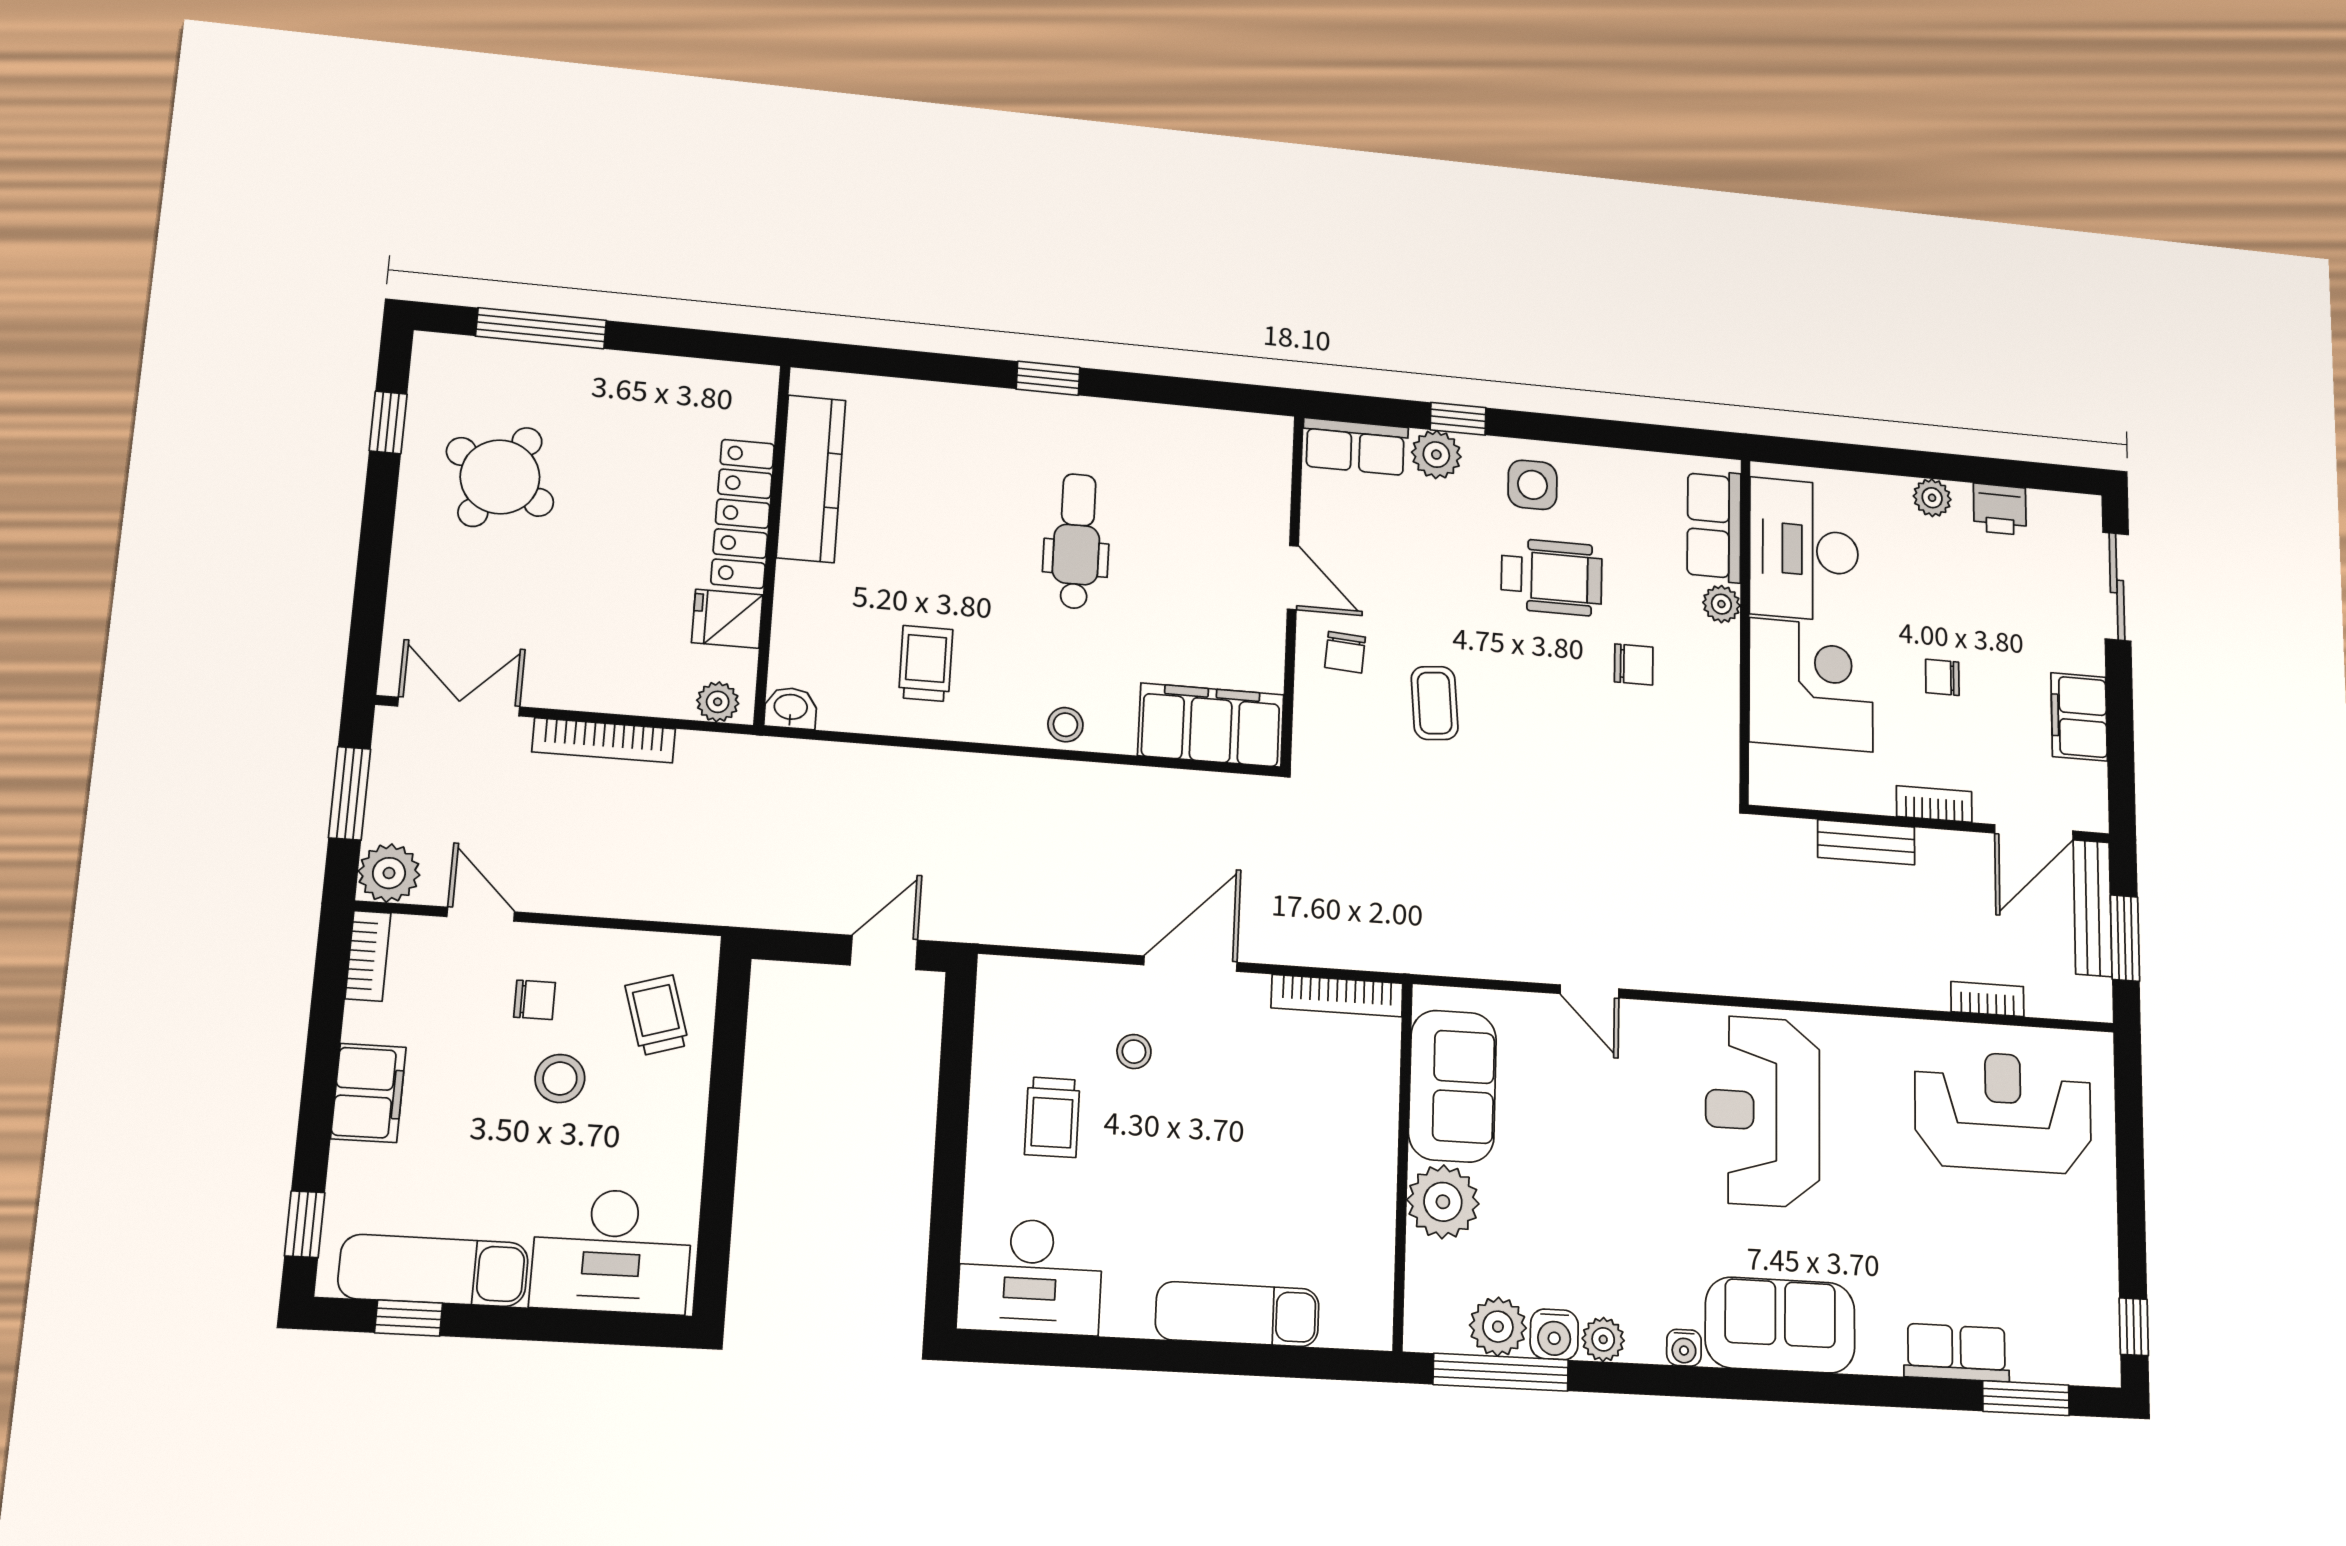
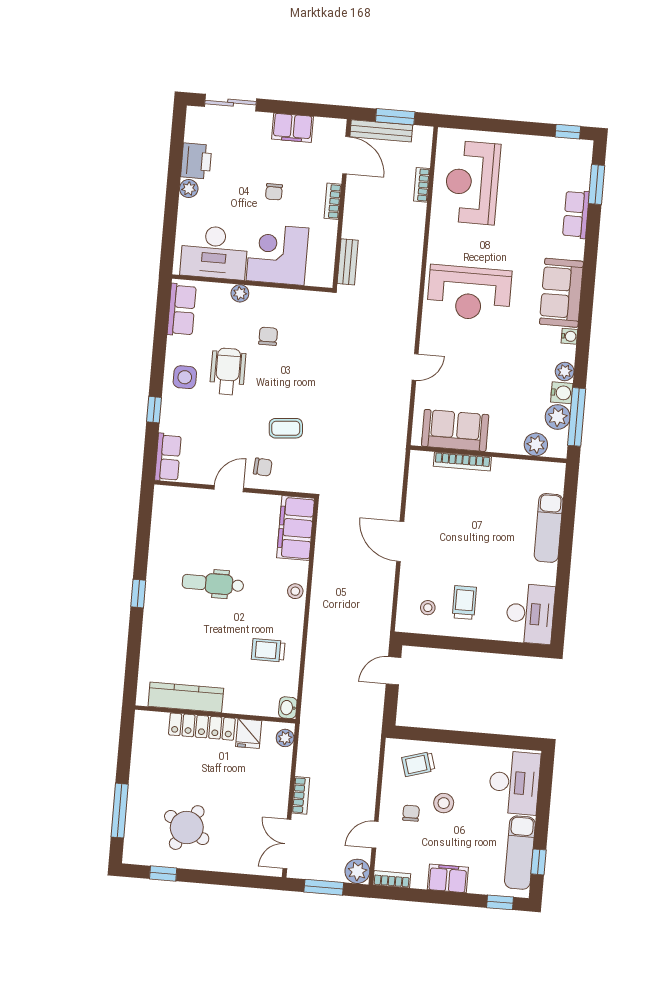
plant: (1436, 455) -> (171, 421), removed
printer: (2000, 509) -> (196, 161), width x1.36, depth x1.24
row of seats: (1714, 526) -> (182, 310), moved, turned -90
bookcase: (604, 740) -> (301, 795), width x0.64
bench: (1866, 842) -> (348, 262), moved
door: (884, 953) -> (393, 671), hinge flipped
bookcase: (1337, 996) -> (462, 461), moved, turned 90
stool: (1134, 1052) -> (428, 608), moved
trolley: (1052, 1117) -> (464, 602), turned -90
plant: (1443, 1202) -> (536, 444), moved, width x0.73, depth x0.73

